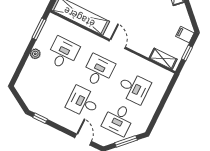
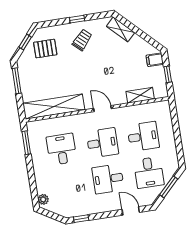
plant: (35, 54) -> (43, 199), moved
shelving: (163, 59) -> (140, 95), moved
desk: (98, 71) -> (102, 143), turned 90

